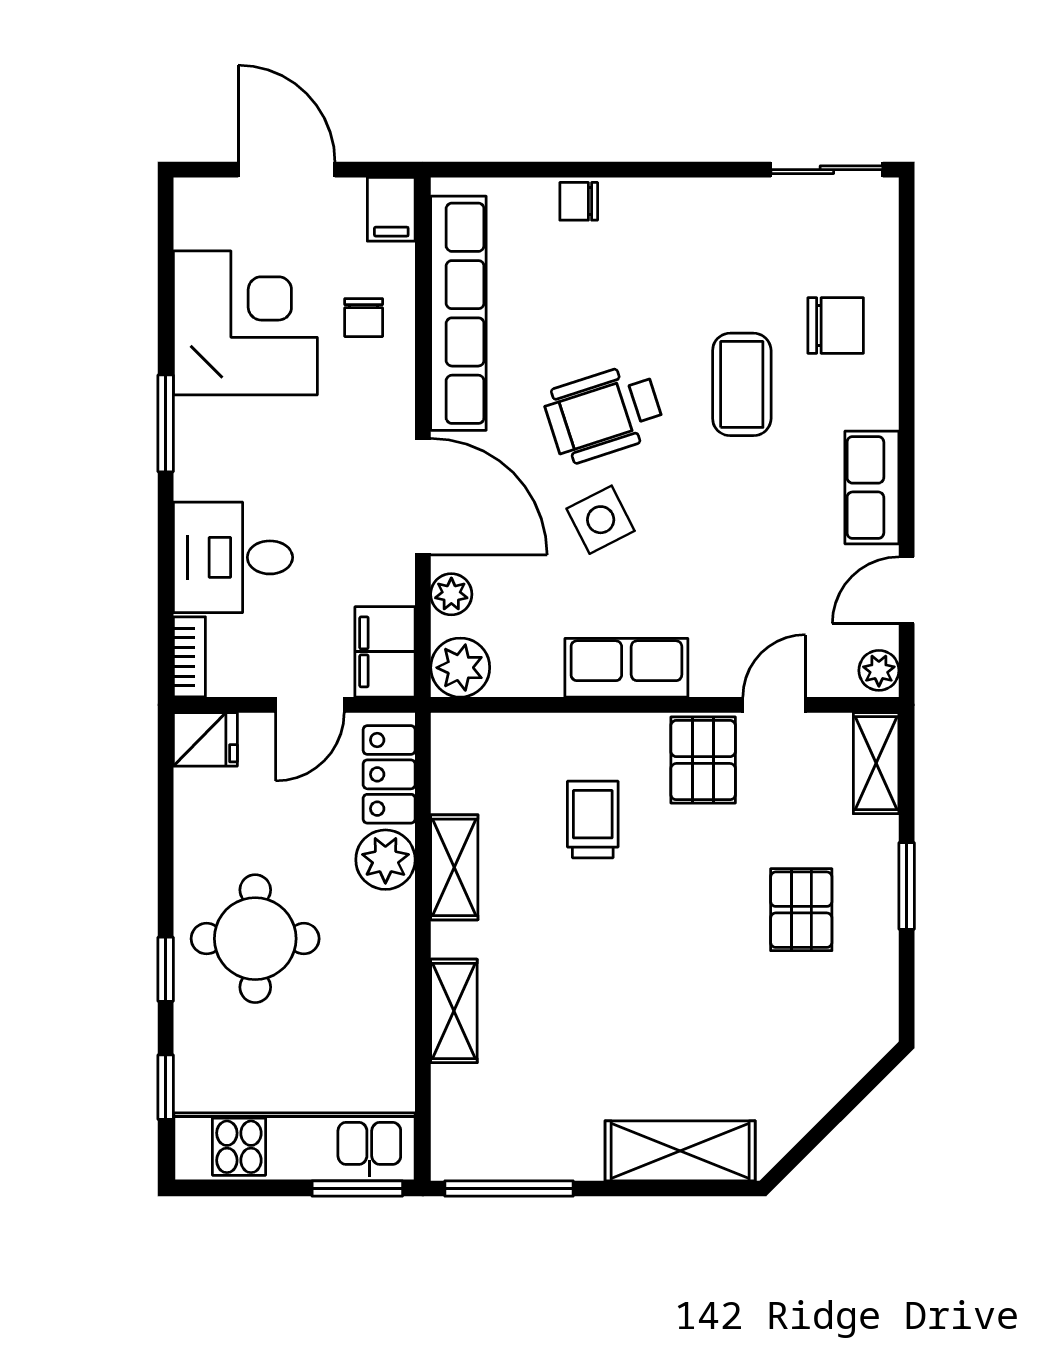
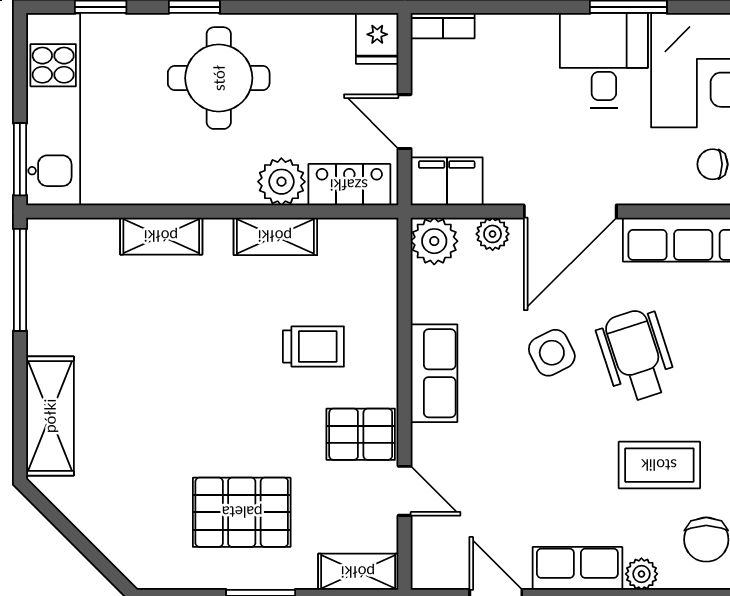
desk: (233, 557) -> (604, 60), moved
plant: (879, 670) -> (641, 574), moved
pallet: (801, 910) -> (242, 512), width x1.50, depth x1.42

